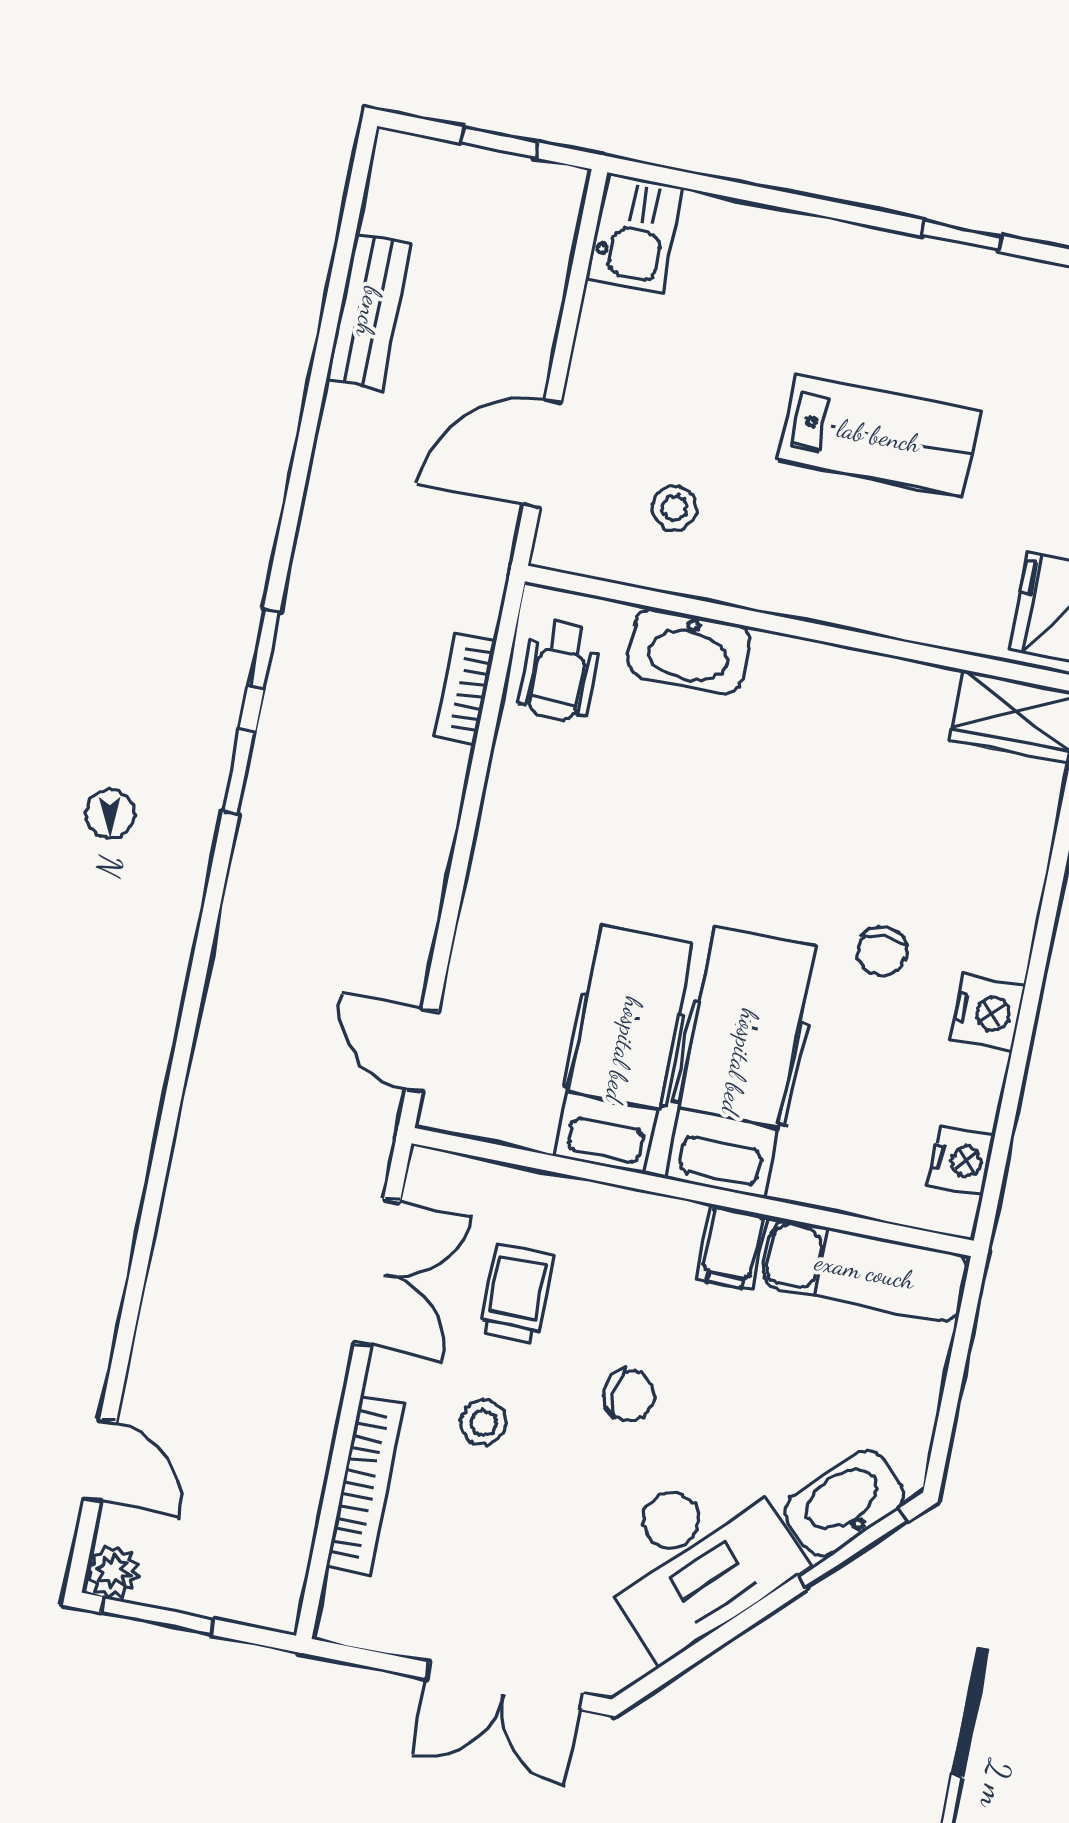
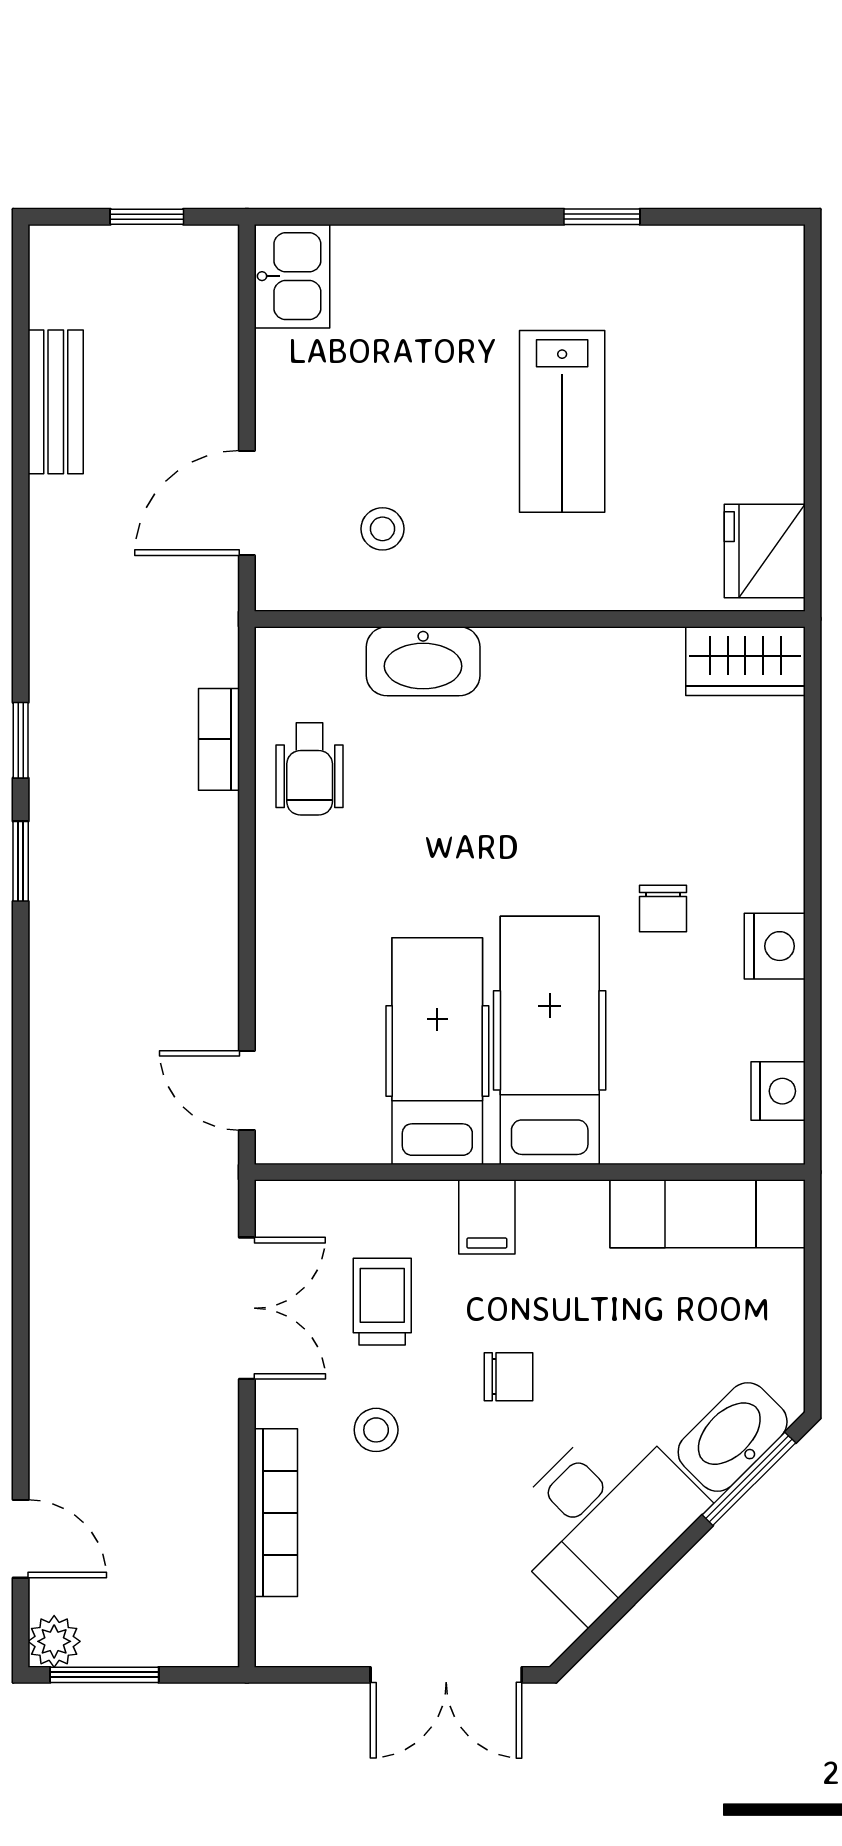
lab bench: (879, 436) -> (562, 421), turned 90
wheelchair: (560, 671) -> (310, 769), moved
filing cabinet: (732, 1247) -> (487, 1217), moved

